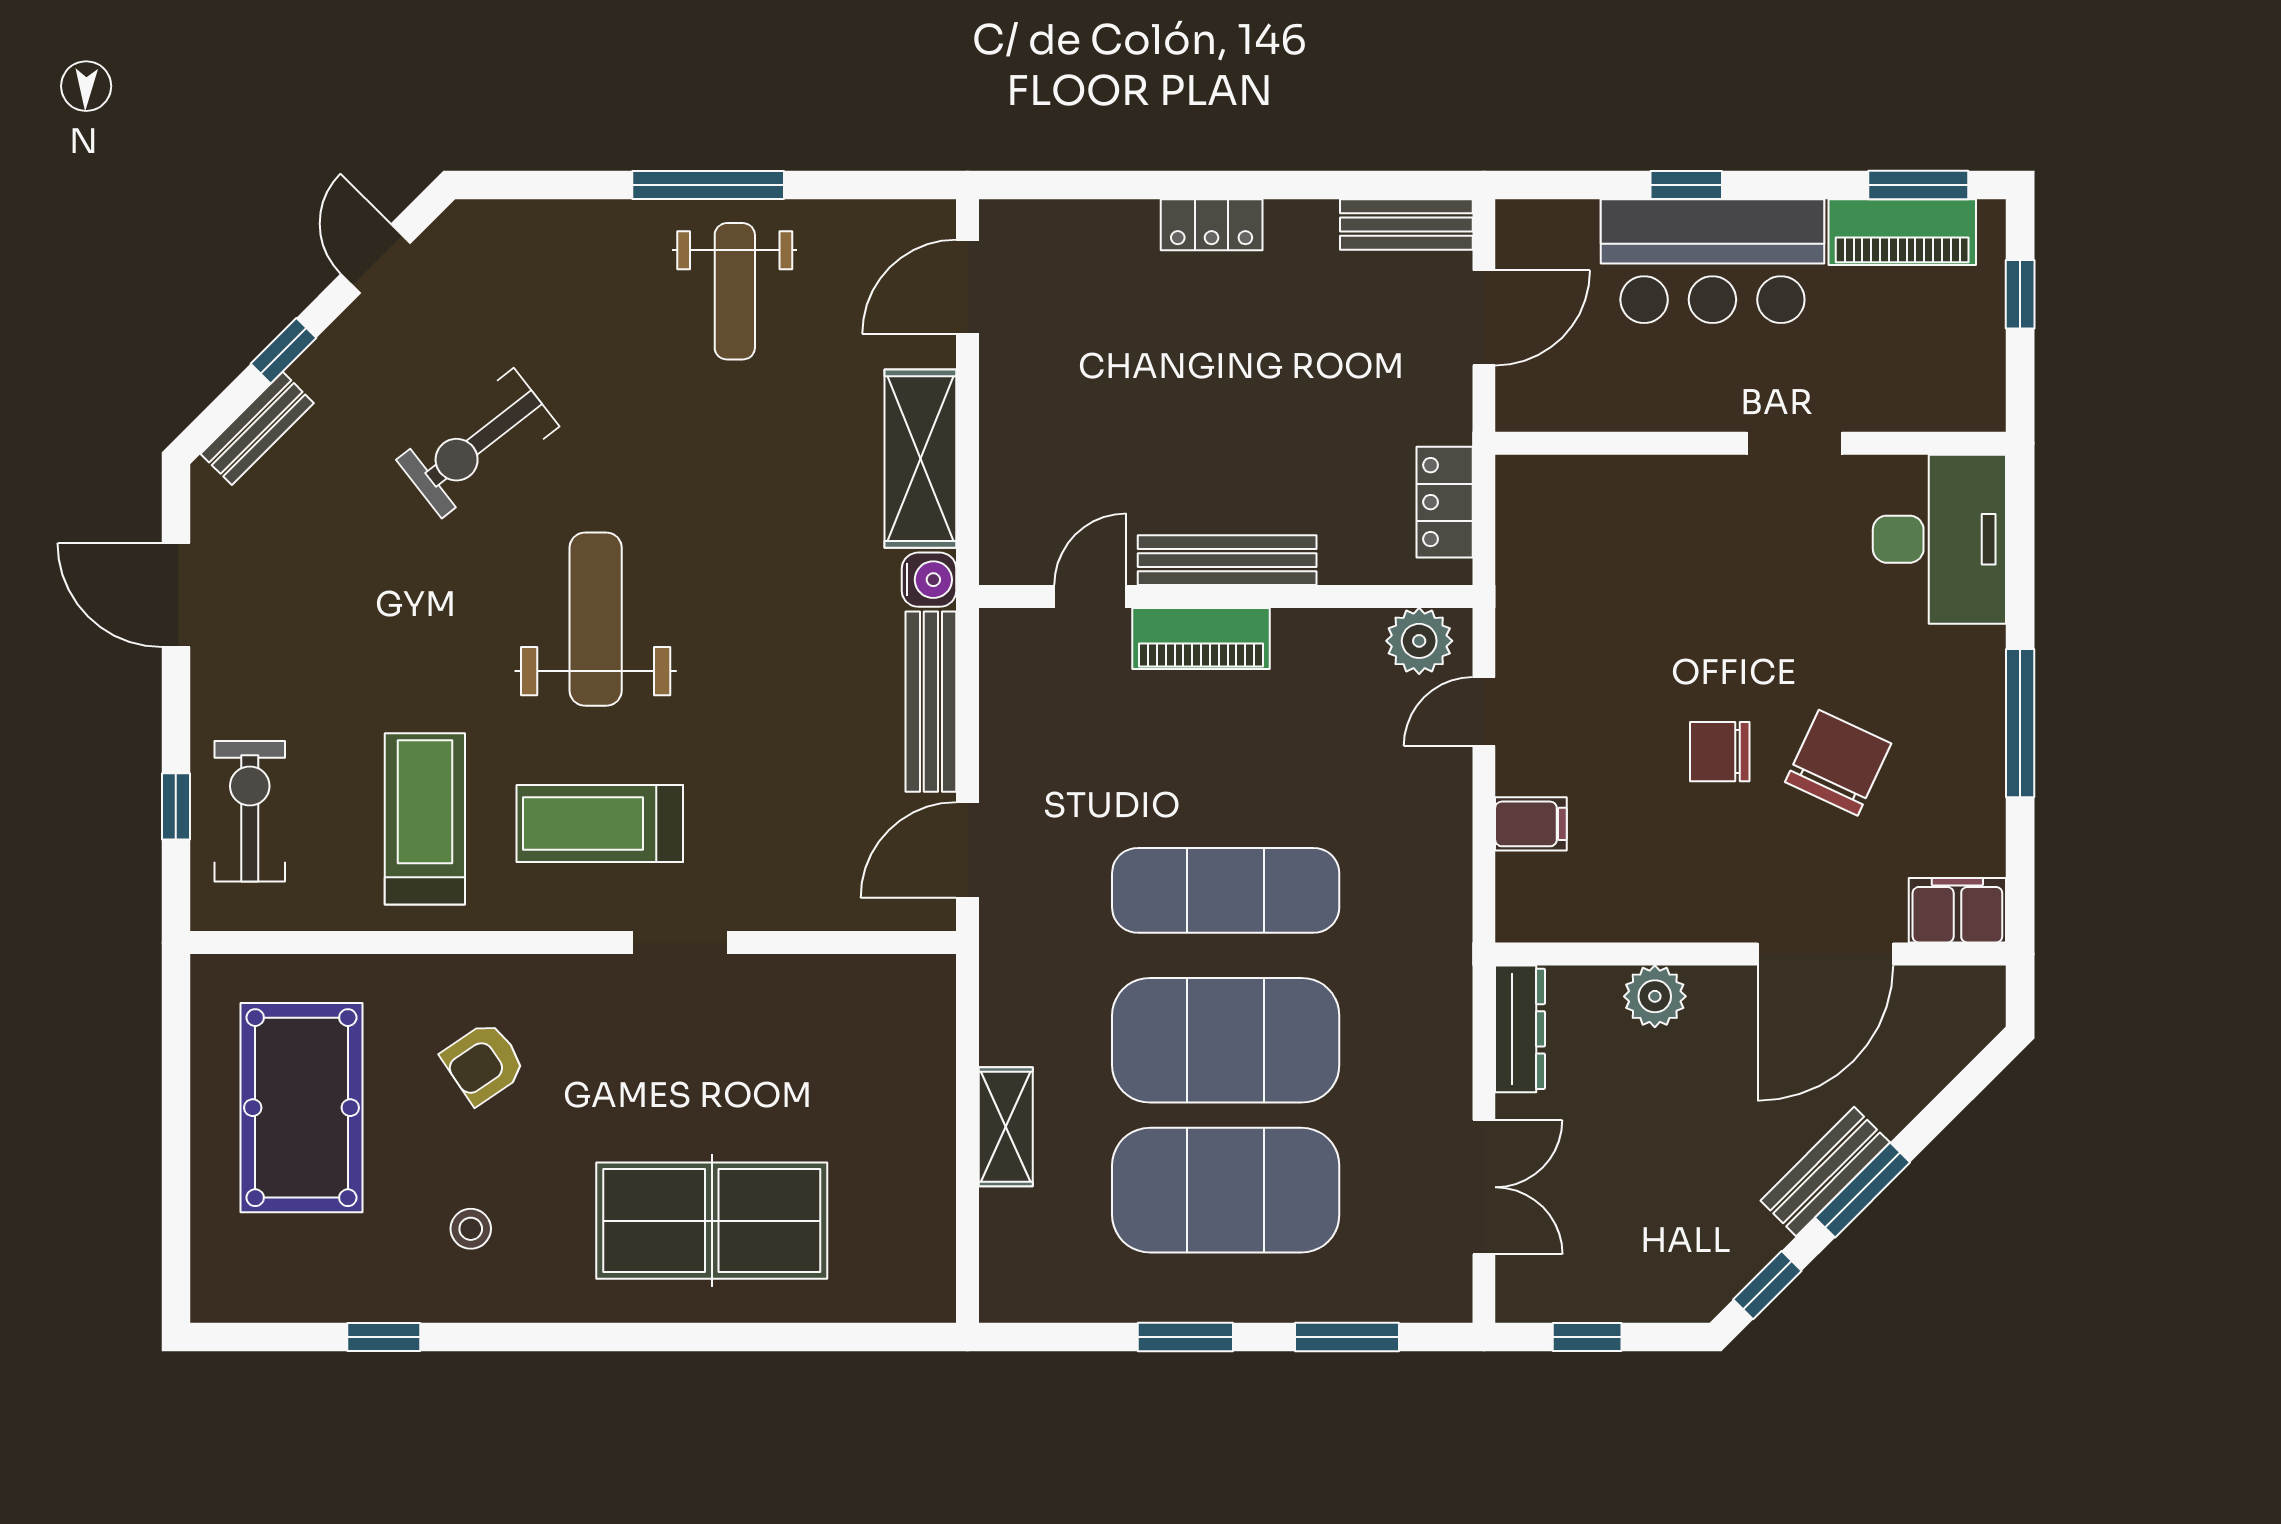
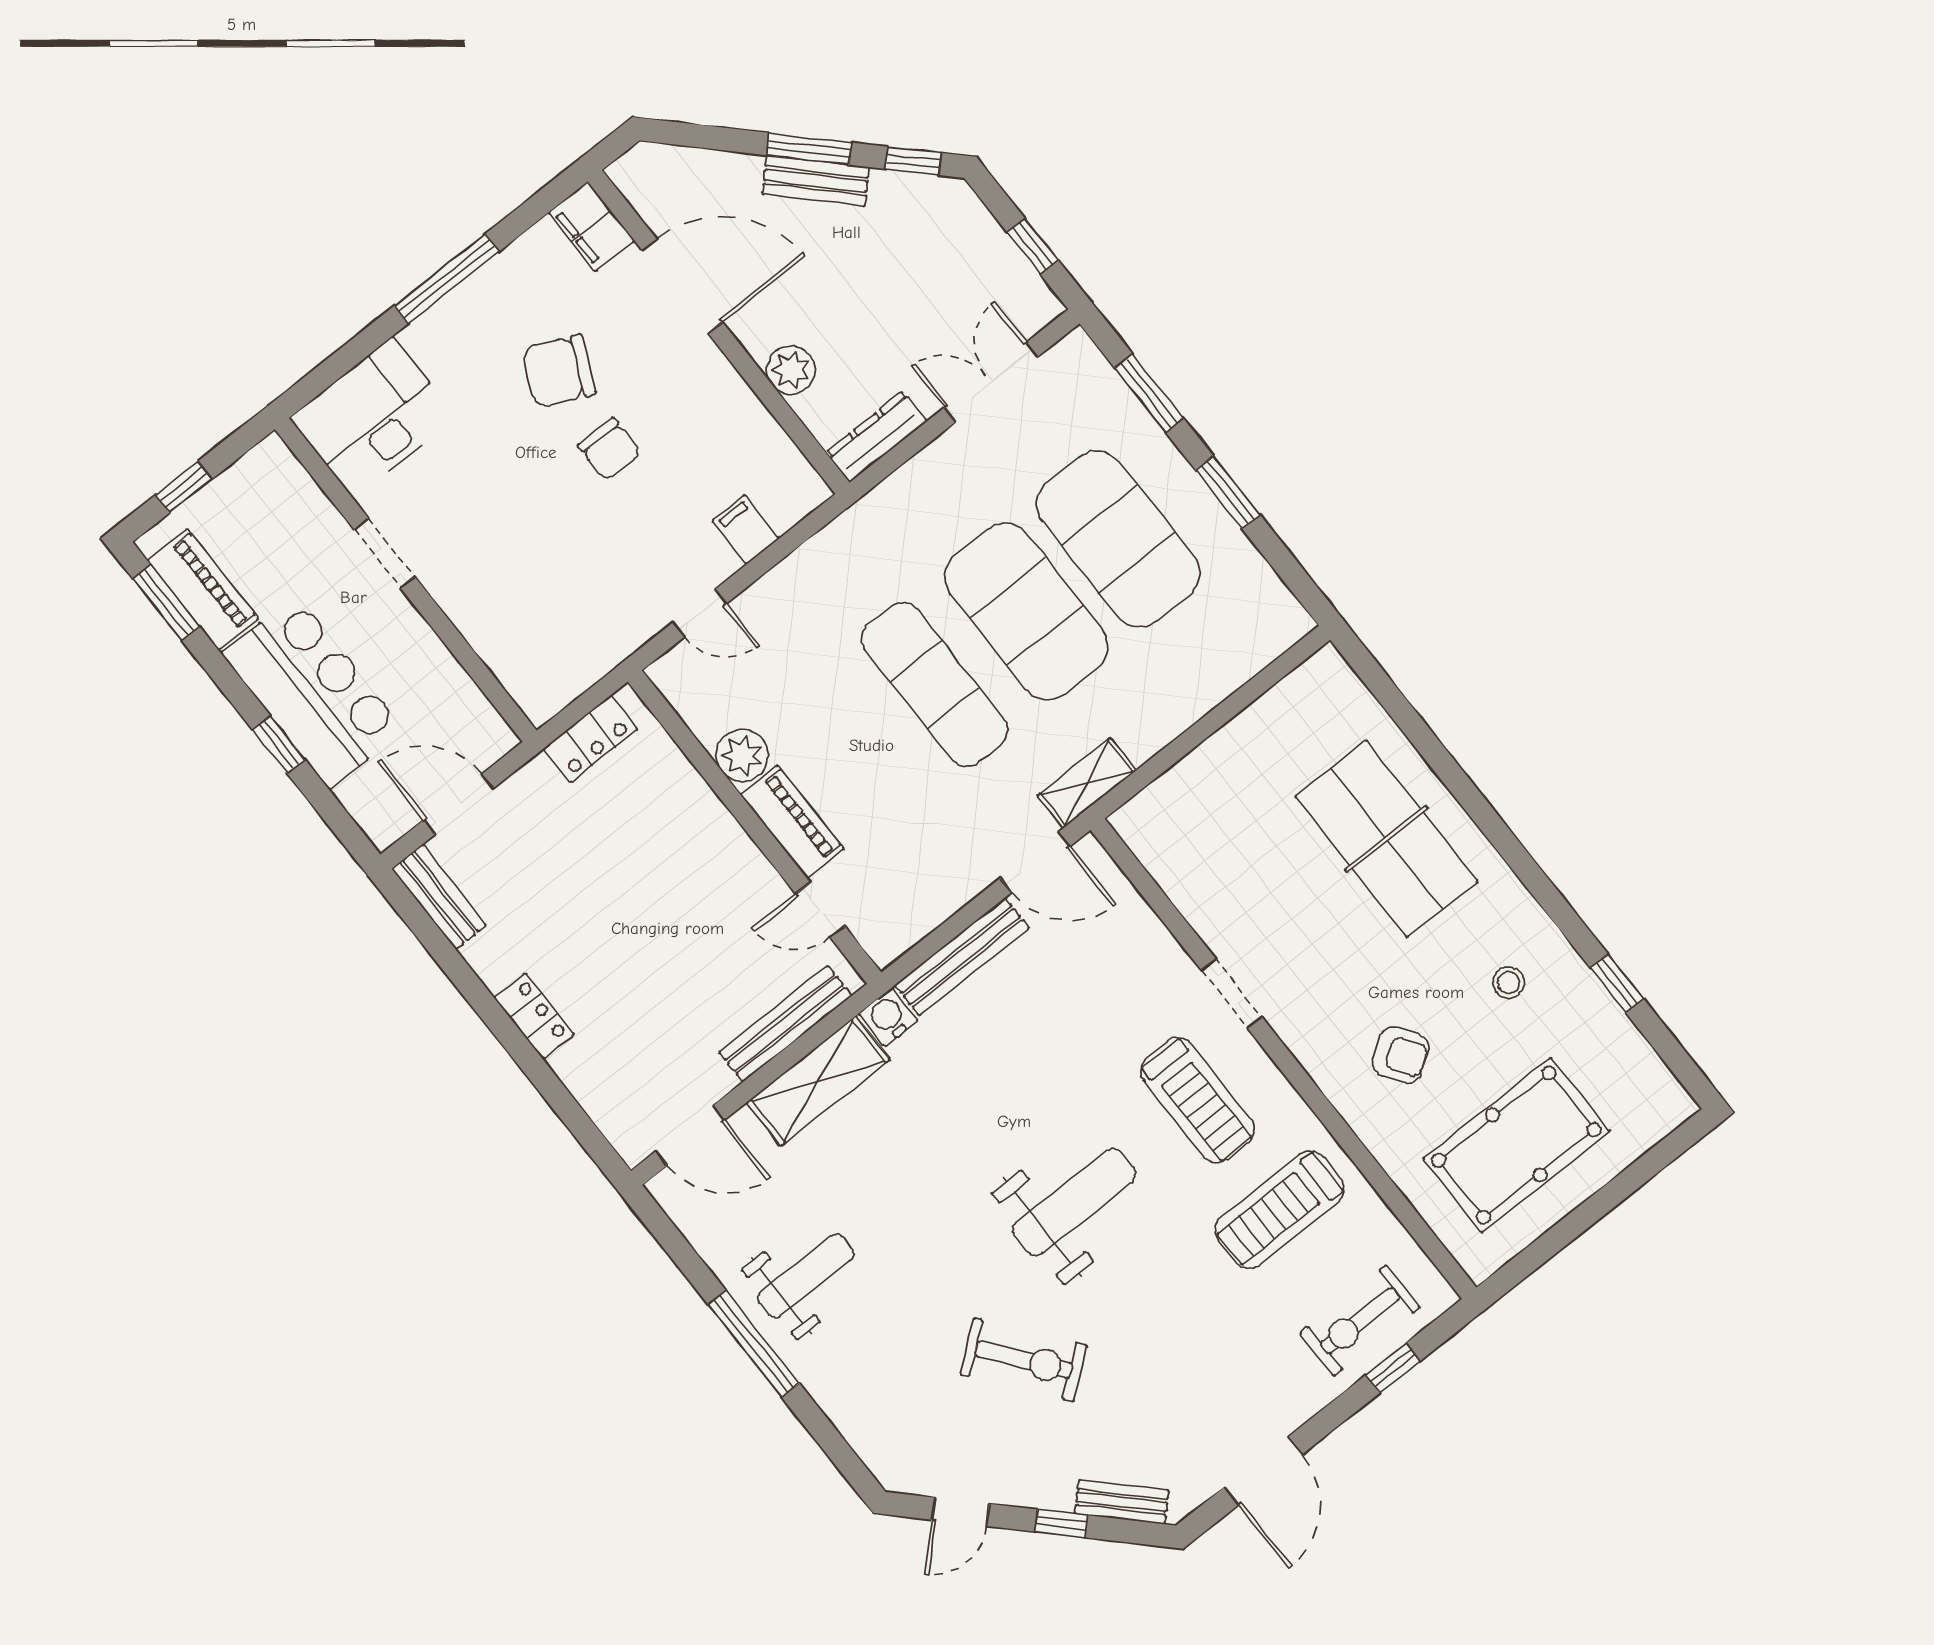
bench: (1227, 560) -> (785, 1024), moved, turned 90
weight bench: (596, 619) -> (1074, 1202), turned 180
plant: (1419, 641) -> (742, 755), moved
shelving: (1006, 1127) -> (1087, 783), moved

